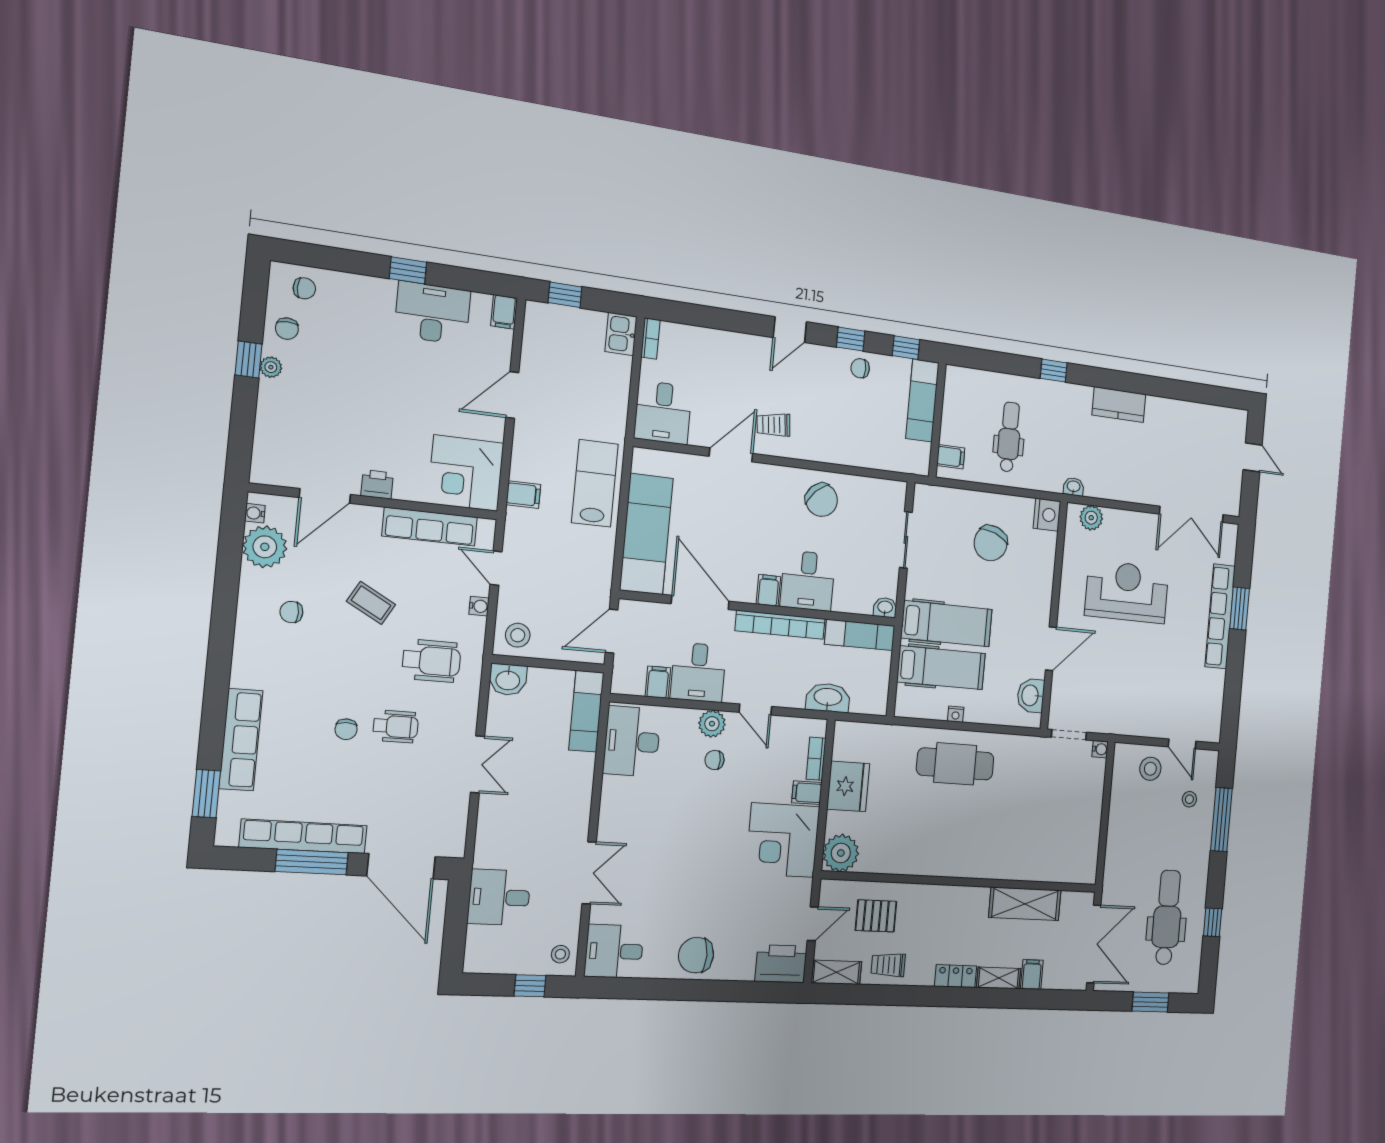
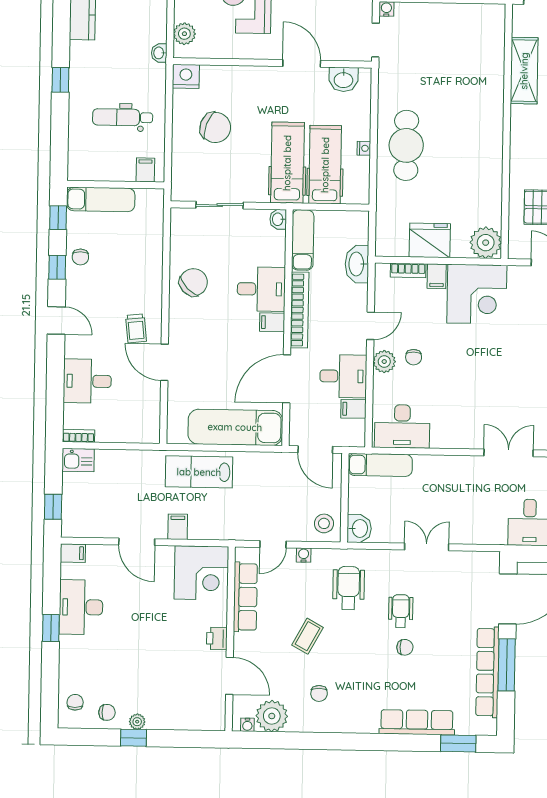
desk: (663, 412) -> (87, 381), moved, turned 180
filing cabinet: (523, 495) -> (178, 527), moved

